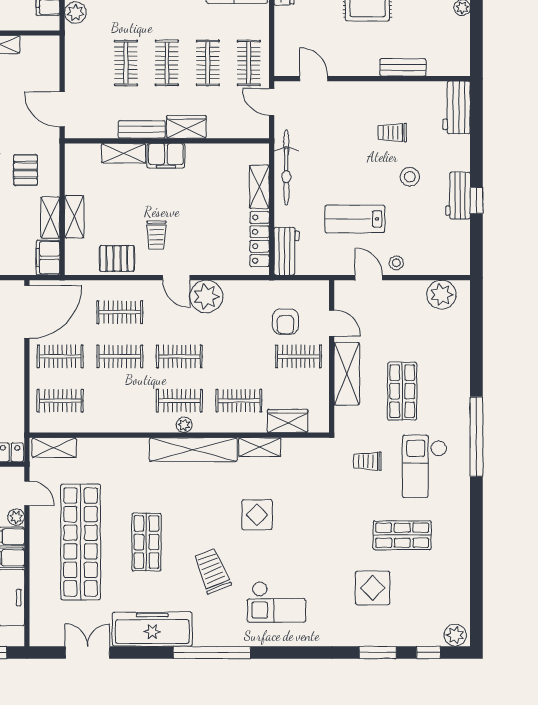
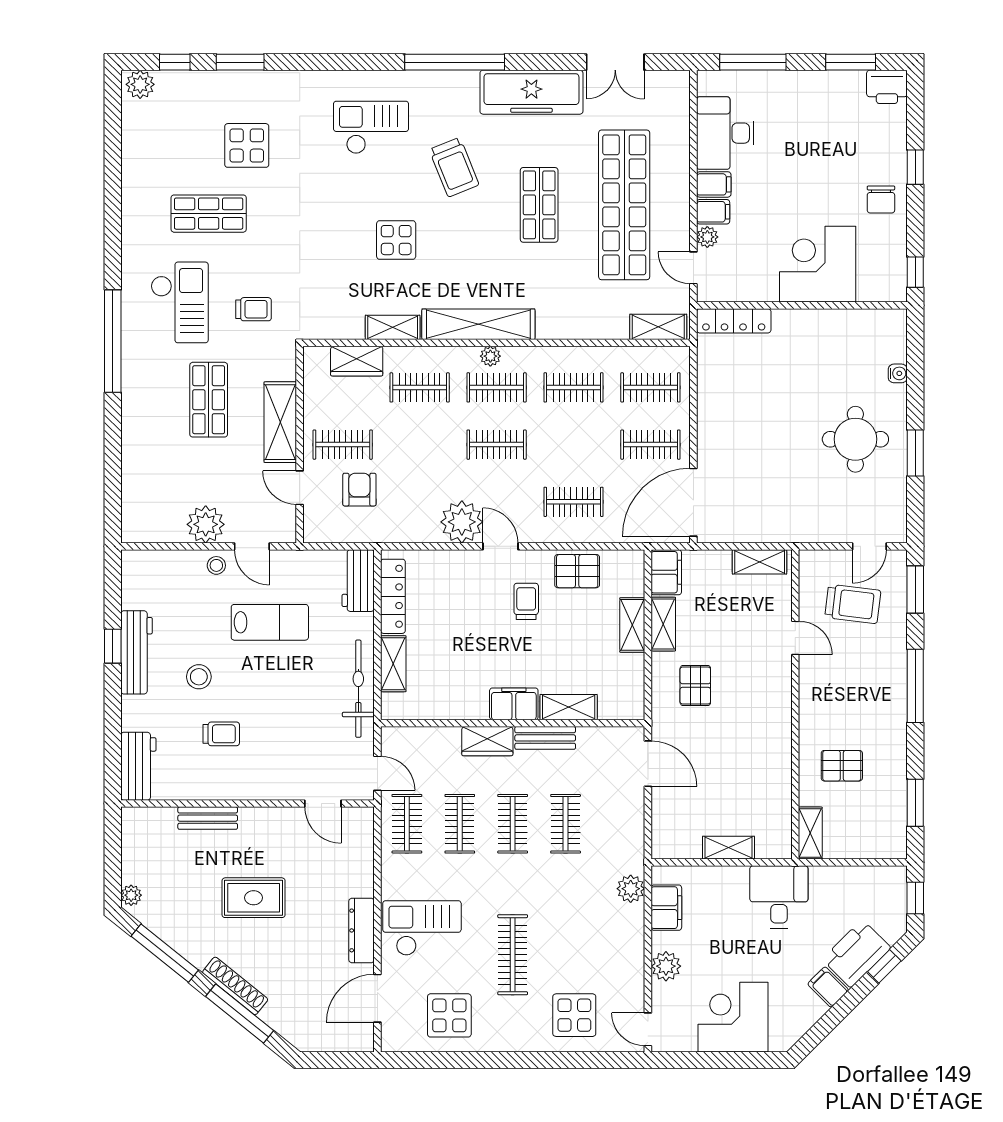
workbench: (458, 196) -> (136, 652), width x1.38
plant: (441, 295) -> (206, 524), moved
clothes rail: (120, 356) -> (574, 387), moved

